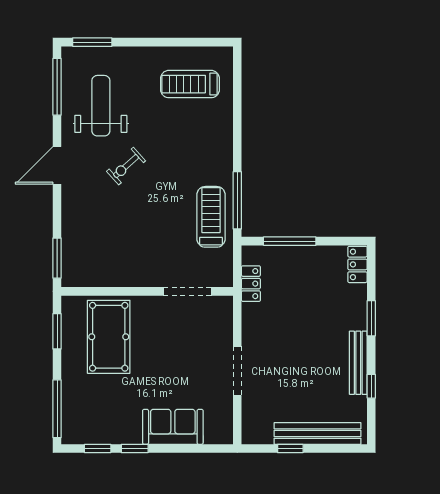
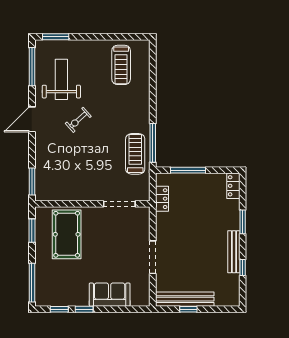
treadmill: (190, 84) -> (121, 65), turned -90
bench: (317, 434) -> (185, 299), moved

